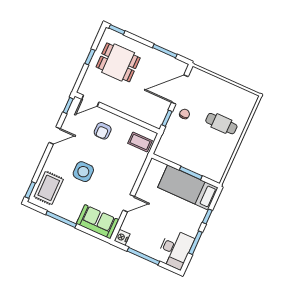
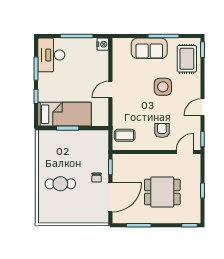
dining table: (118, 62) -> (162, 192), moved
door: (129, 203) -> (110, 89), moved
sofa: (97, 222) -> (149, 48), moved

